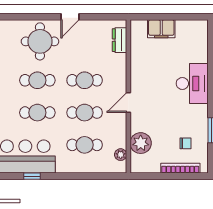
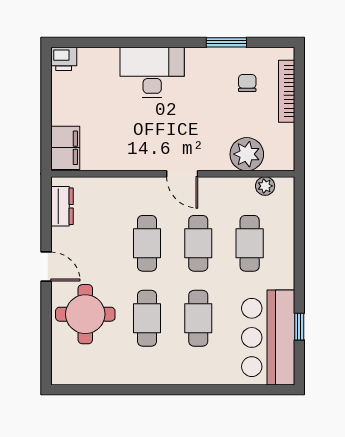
printer: (201, 28) -> (64, 59), added
filing cabinet: (161, 29) -> (65, 148), moved
dresser: (120, 40) -> (62, 206), moved, turned -90

